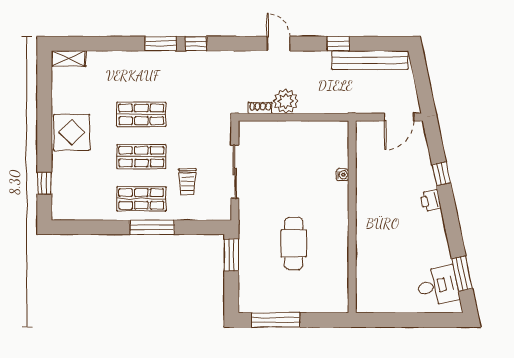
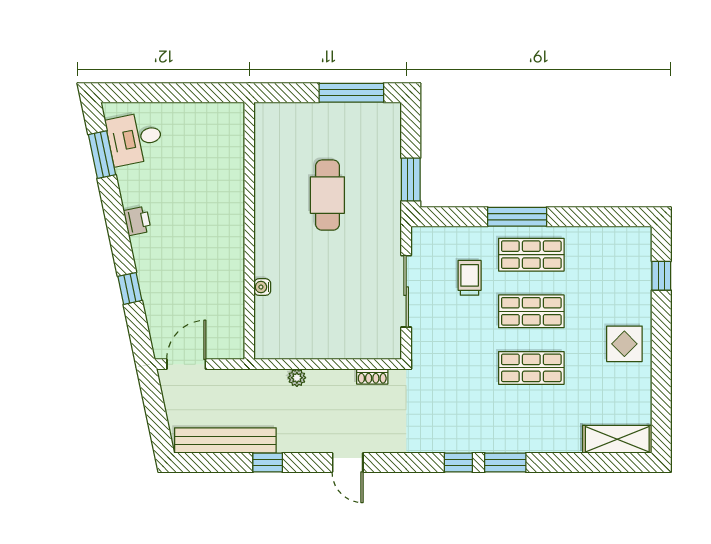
shelving: (69, 58) -> (617, 439), width x1.50, depth x1.33
plant: (286, 101) -> (297, 378), moved, width x0.53, depth x0.53
display table: (72, 132) -> (624, 344), width x0.73, depth x0.73
printer: (431, 200) -> (137, 221), moved

